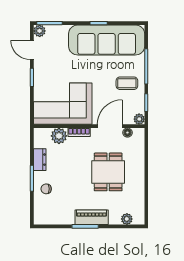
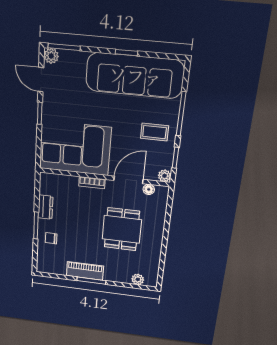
plant: (59, 136) -> (68, 184), removed
piano: (92, 217) -> (85, 271), moved

